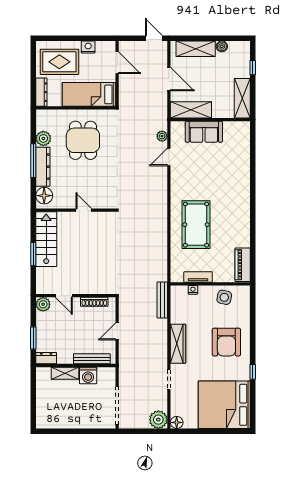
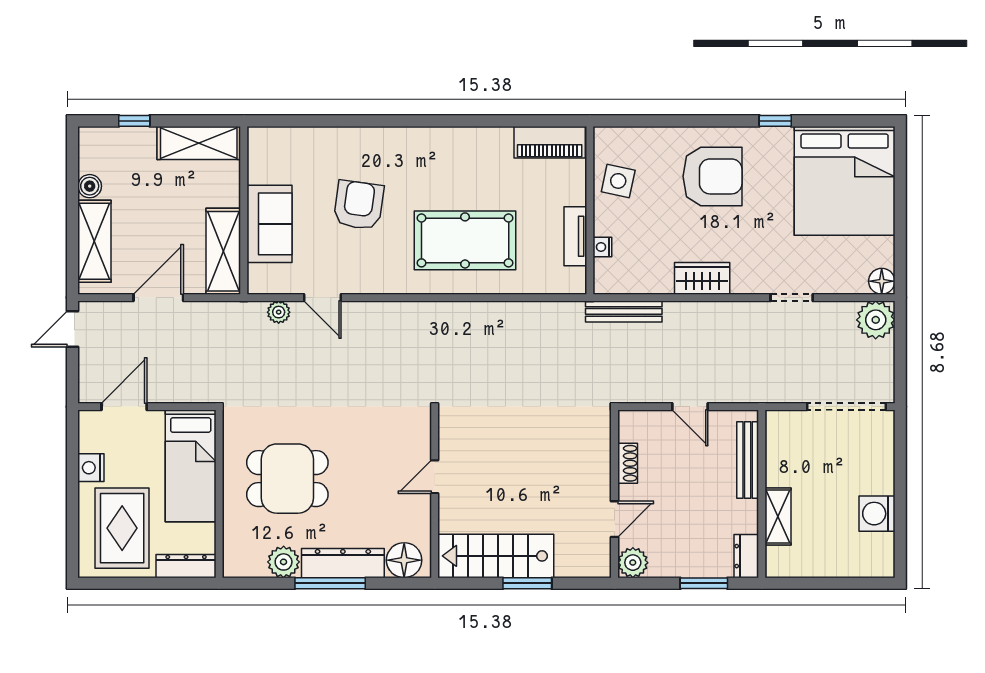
armchair: (213, 174) -> (359, 205), added
shoe rack: (94, 302) -> (628, 463), width x0.70
wardrobe: (178, 344) -> (702, 278), width x0.67
washing machine: (88, 375) -> (877, 514), moved, turned 180

